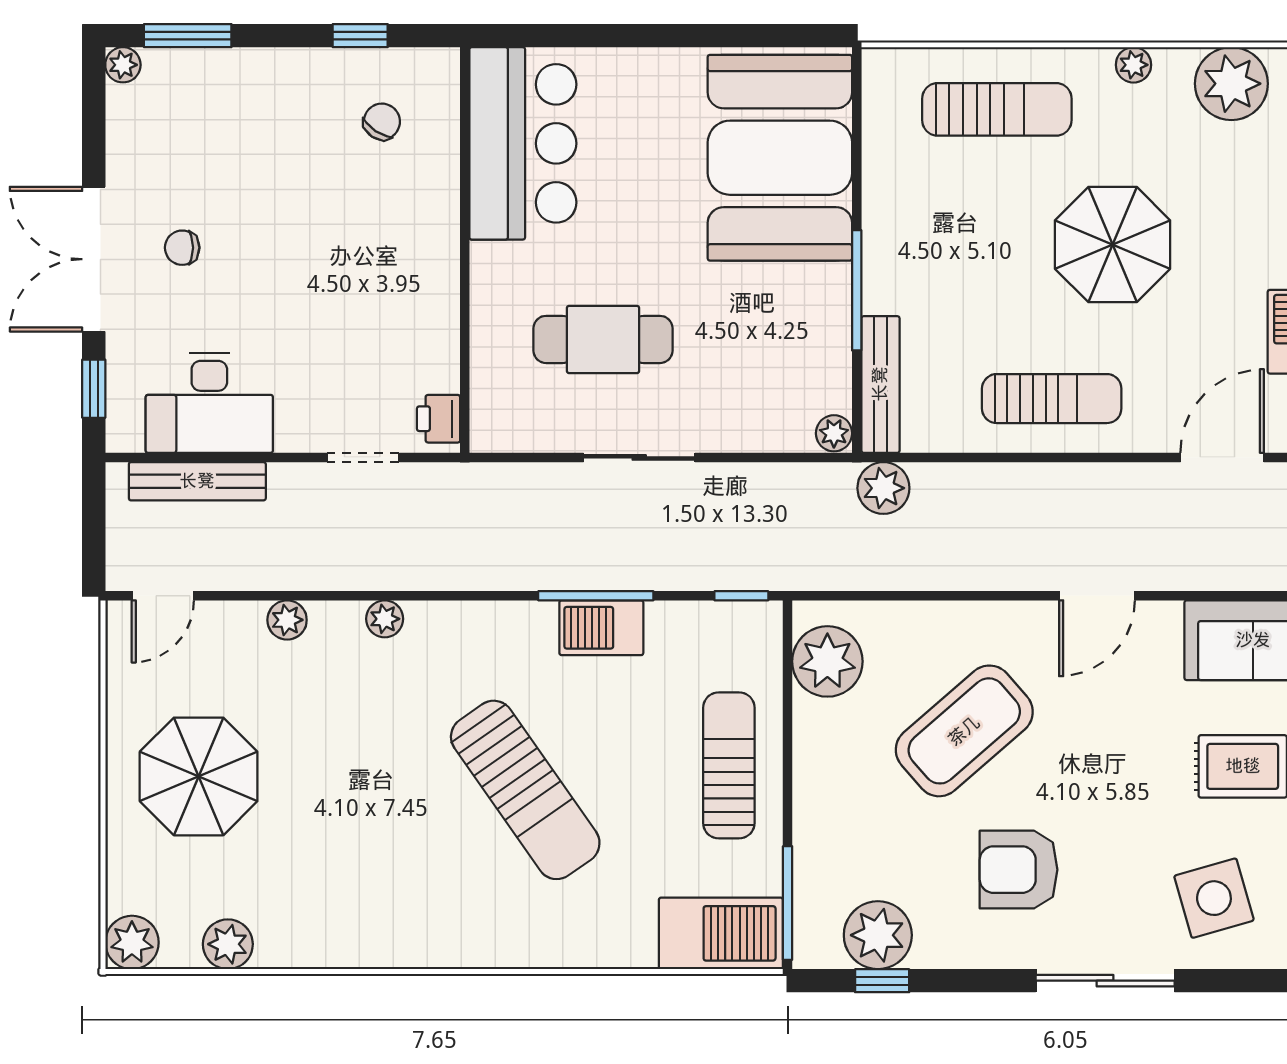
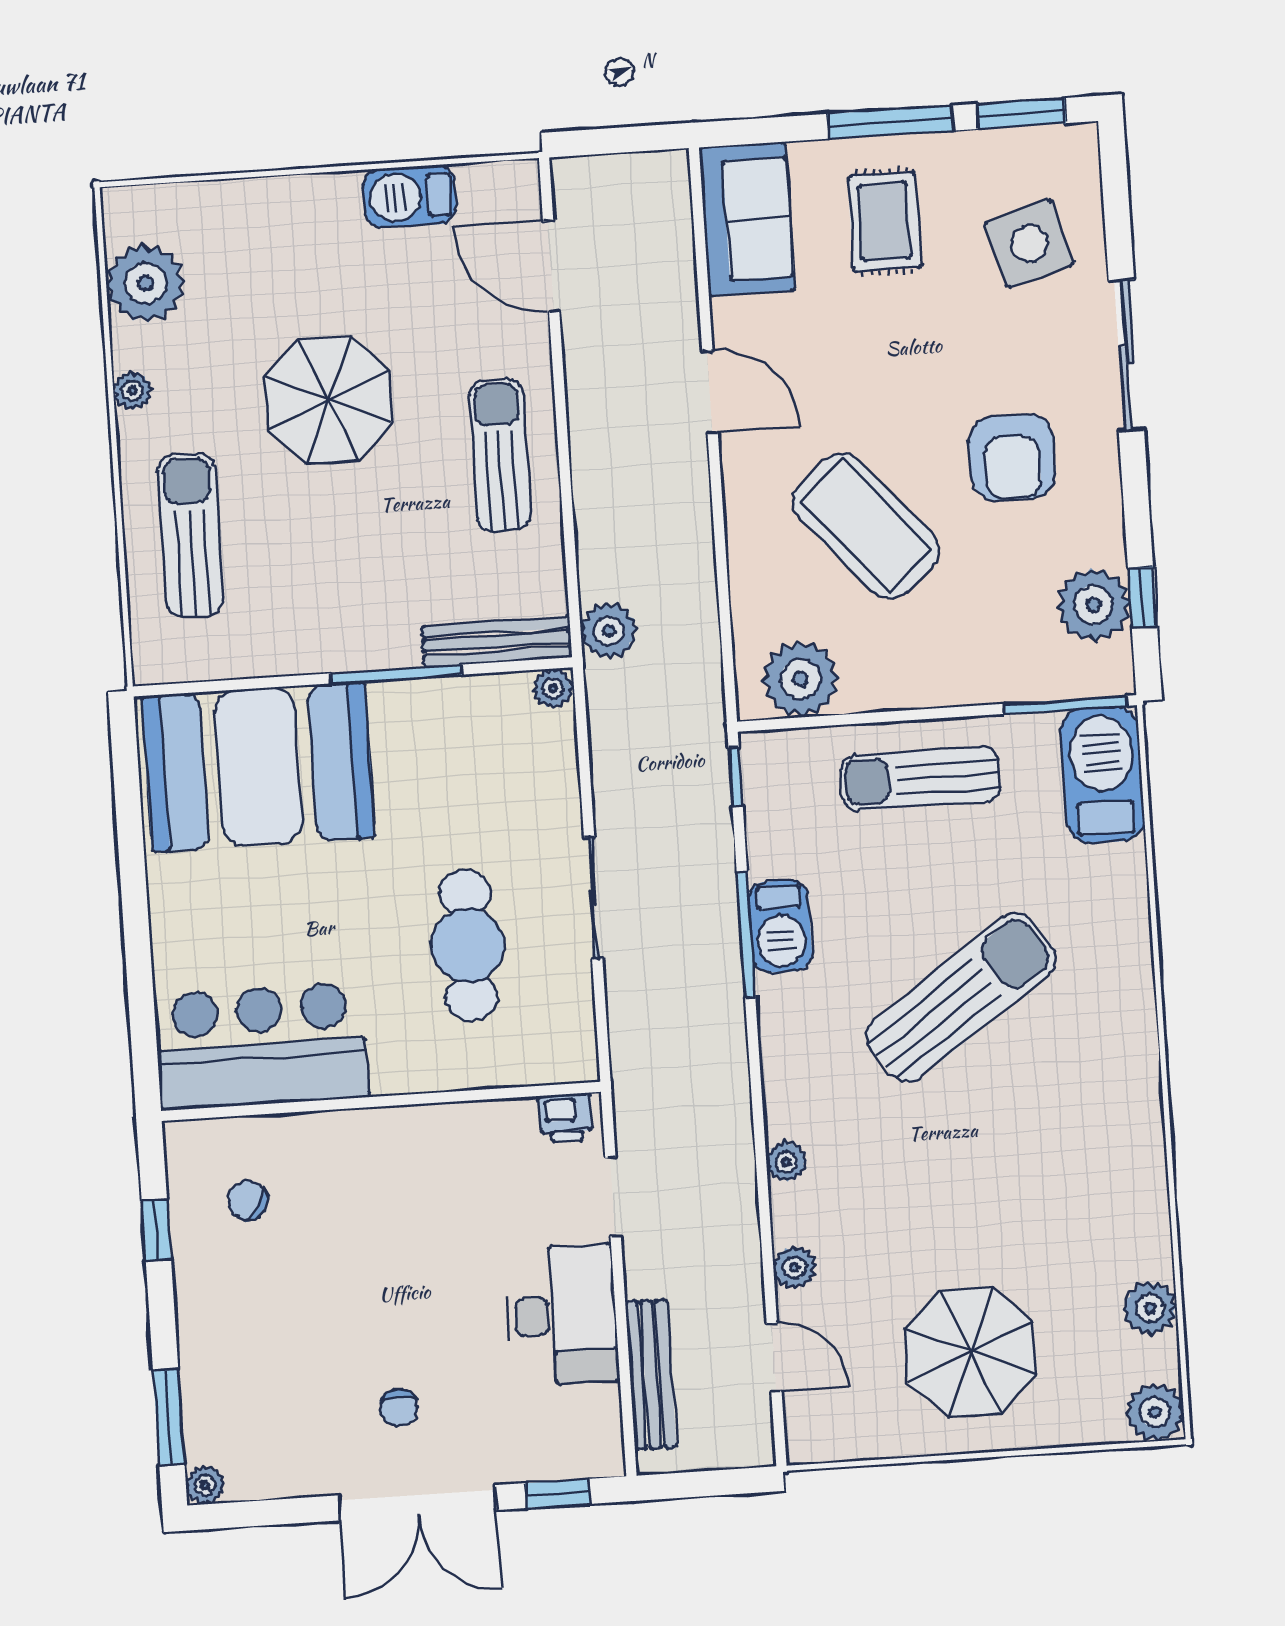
desk: (209, 403) -> (561, 1315), moved
door: (163, 596) -> (774, 1357), moved

